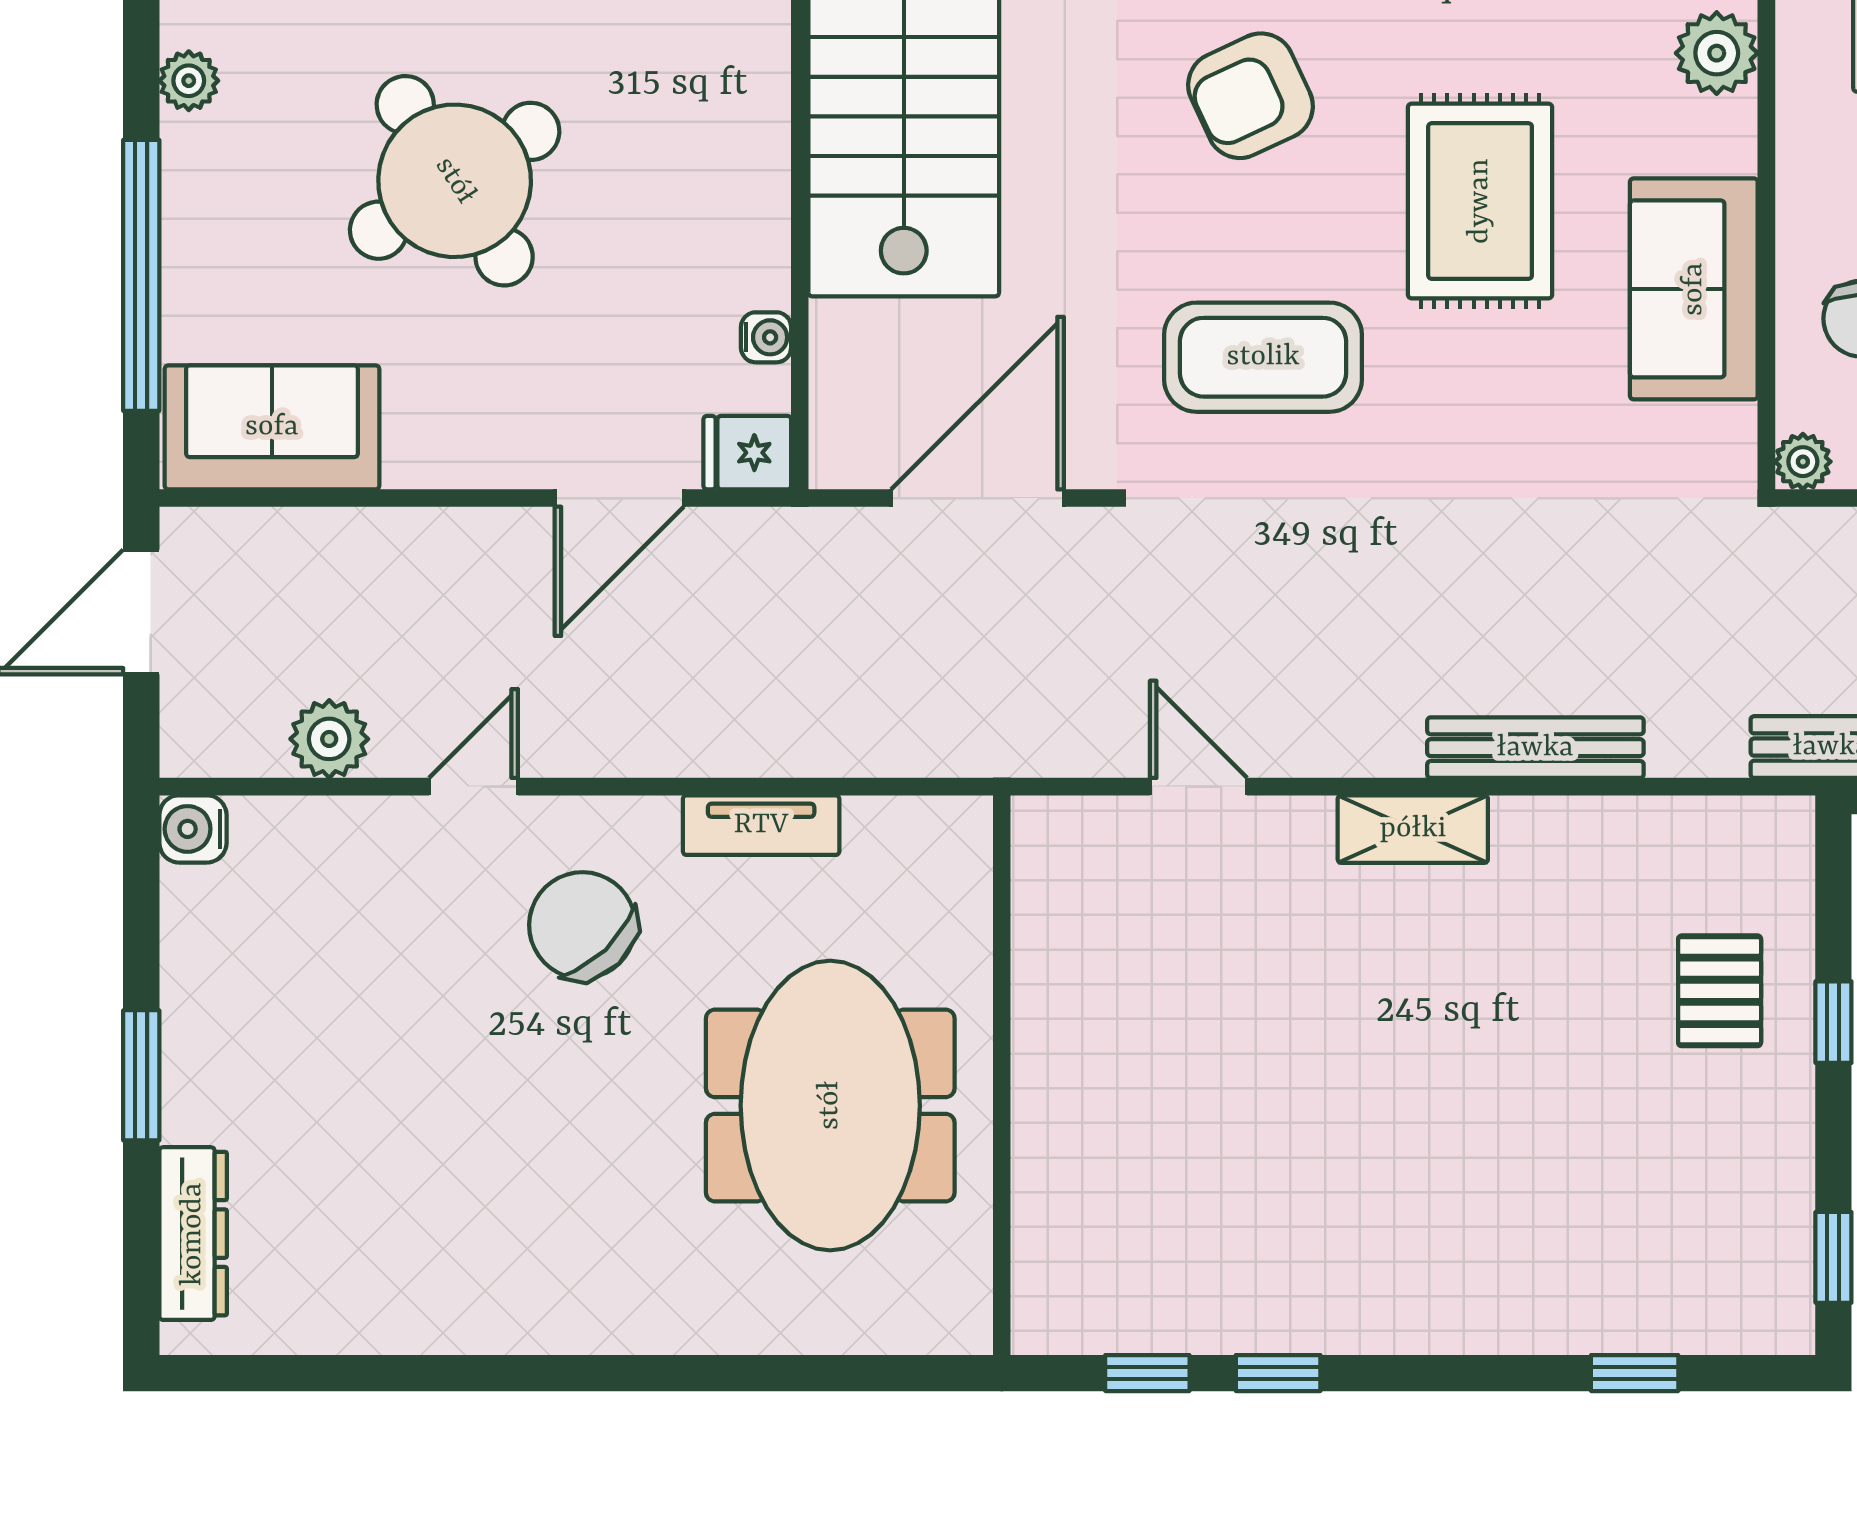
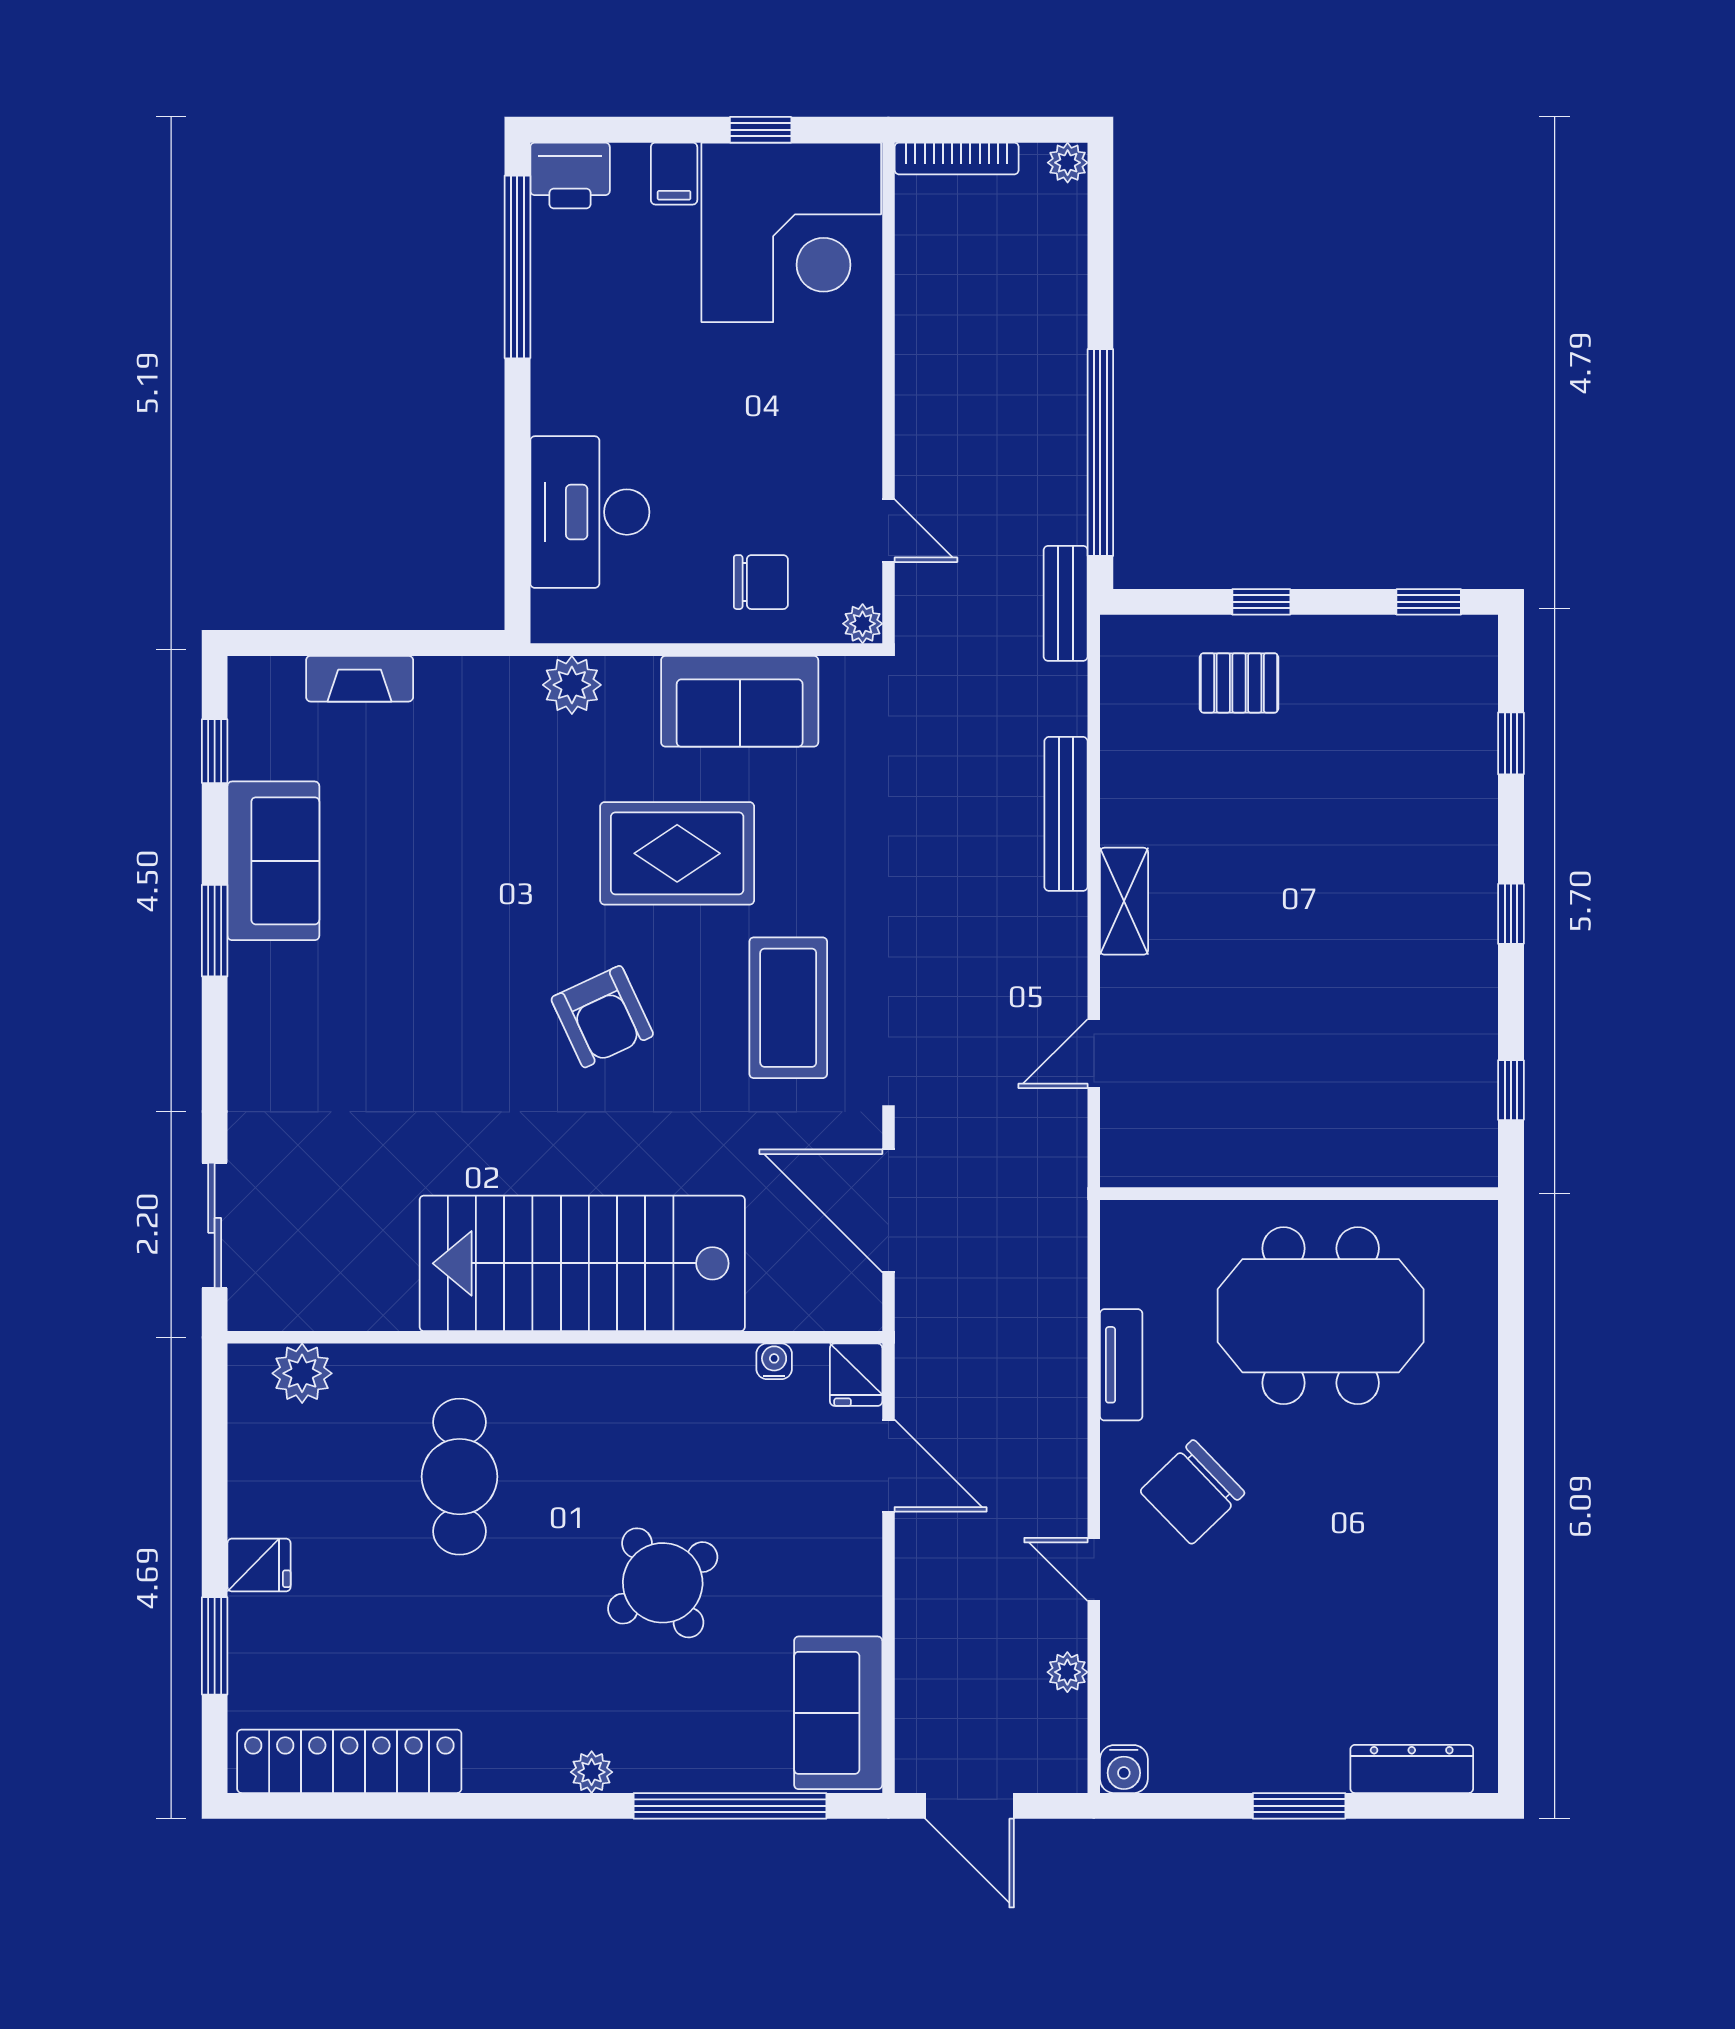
round table: (455, 181) -> (663, 1583), width x0.73, depth x0.73
plant: (329, 739) -> (1067, 1672), width x0.73, depth x0.73
window: (1278, 1373) -> (1511, 914), moved

